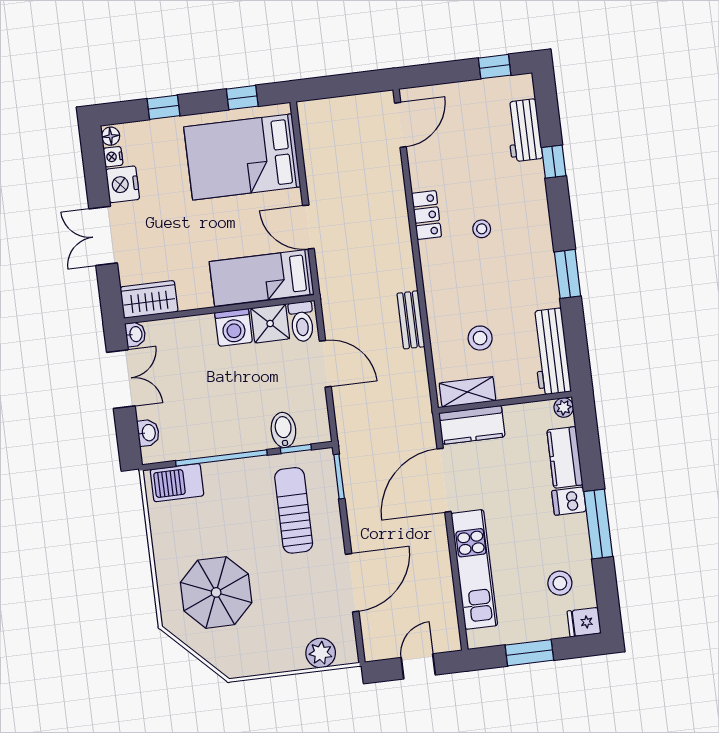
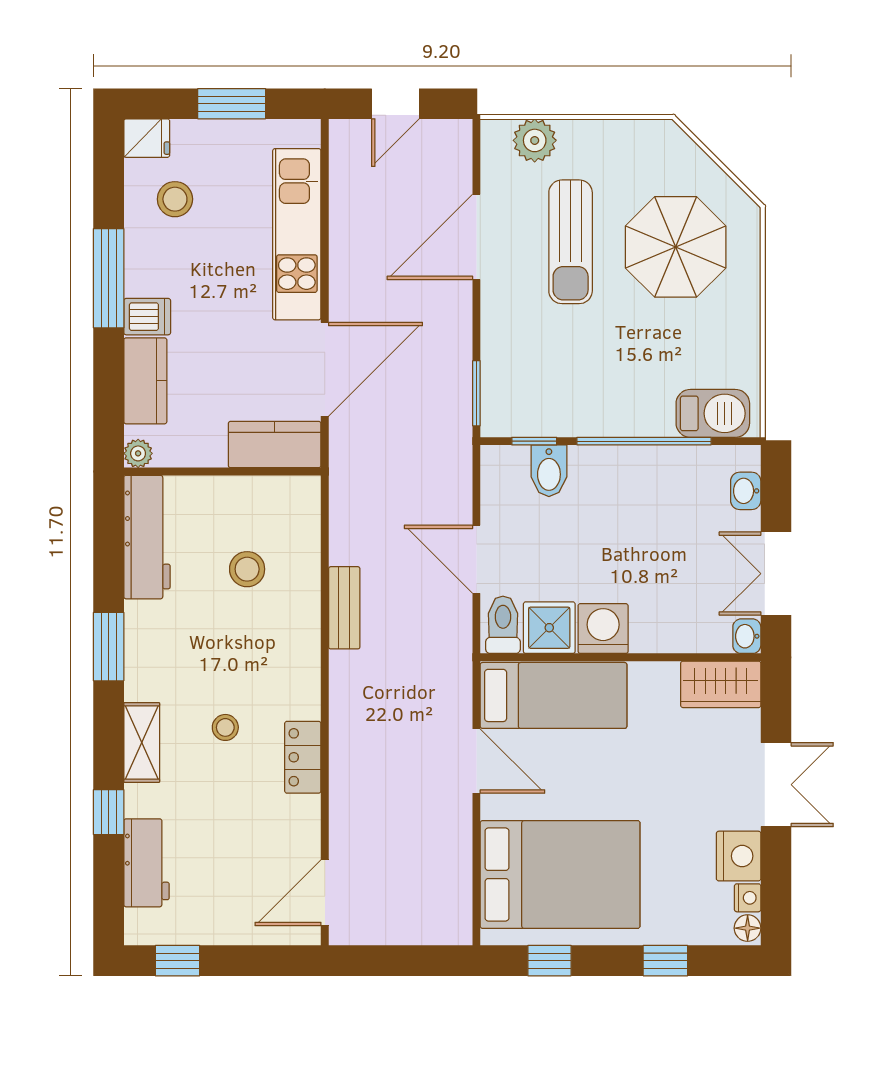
shelving: (467, 392) -> (142, 742), moved, turned 90
sun lounger: (294, 510) -> (571, 242), moved

